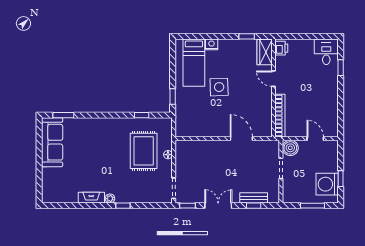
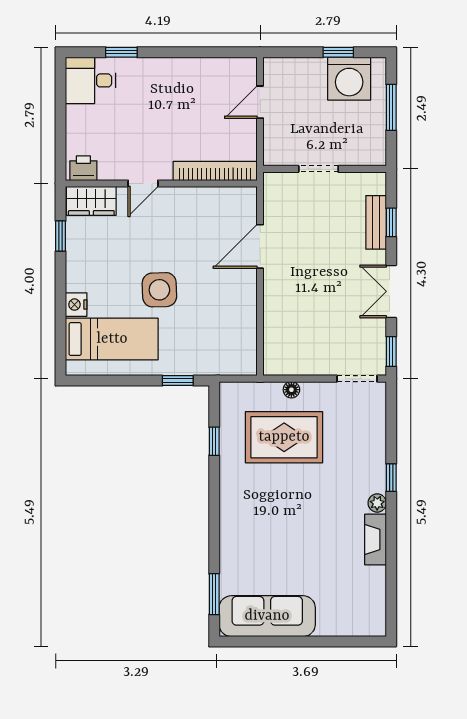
boiler: (290, 148) -> (278, 151), removed

